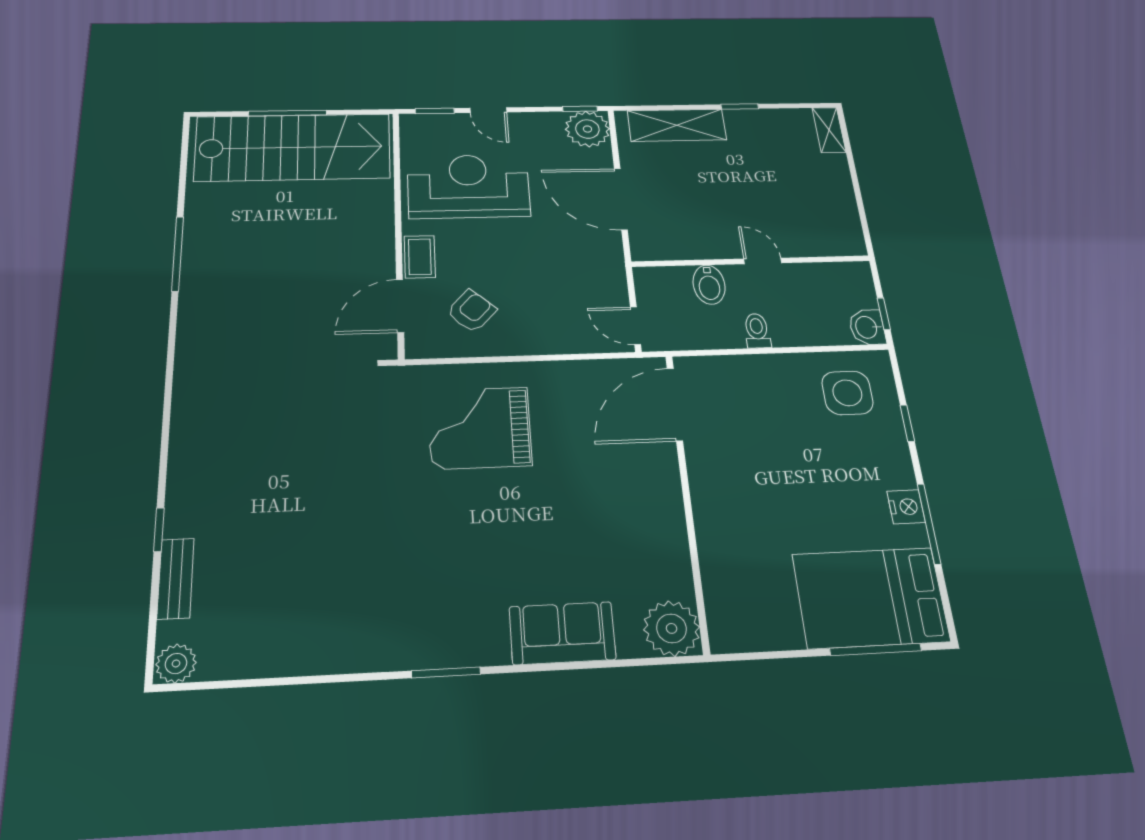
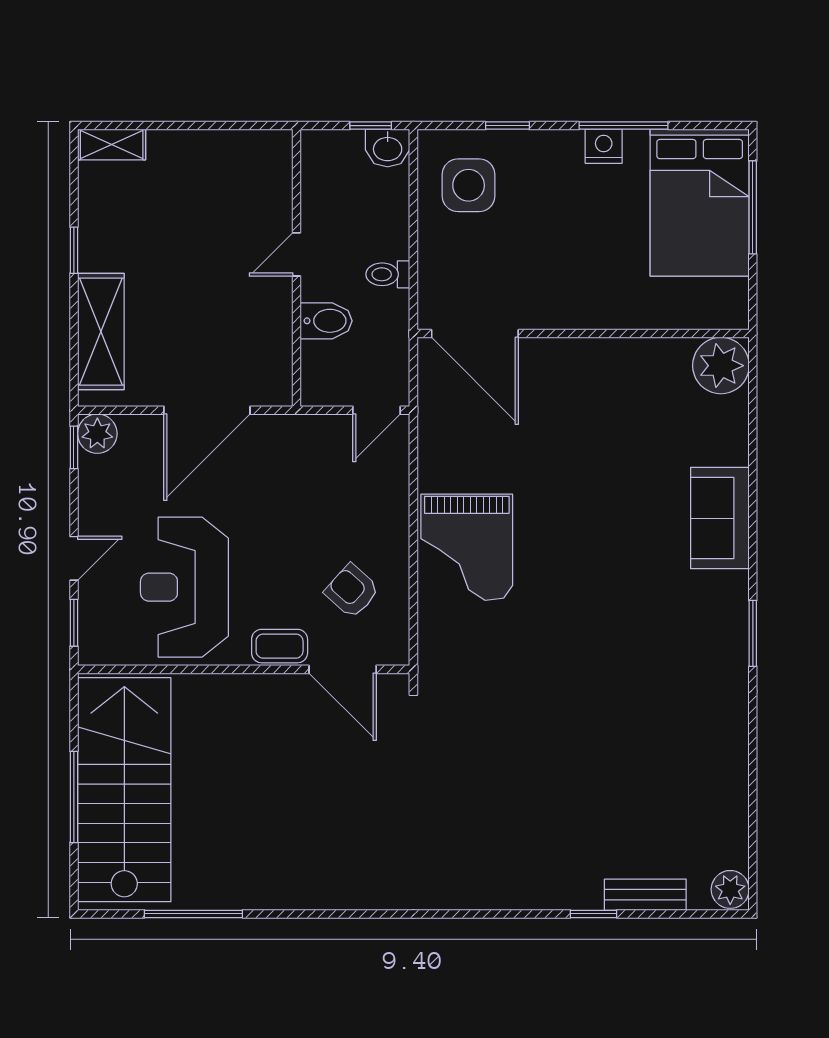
plant: (587, 129) -> (97, 434), width x0.73, depth x0.73
window: (178, 254) -> (193, 914), moved
door: (675, 404) -> (475, 334), moved
grand piano: (480, 428) -> (467, 547), moved
wall: (687, 498) -> (583, 334), moved
plant: (672, 628) -> (721, 366), moved

